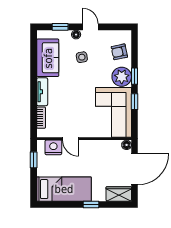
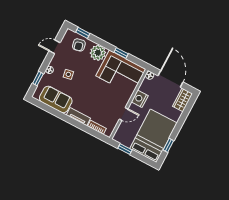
door: (90, 27) -> (55, 47), moved
window: (135, 76) -> (83, 33), moved
nightstand: (53, 147) -> (140, 99), moved
bed: (64, 189) -> (153, 136), width x1.50
window: (91, 204) -> (168, 145), moved

